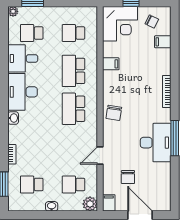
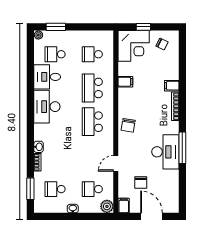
filing cabinet: (163, 42) -> (172, 86), moved
washbasin: (13, 118) -> (39, 147), moved

